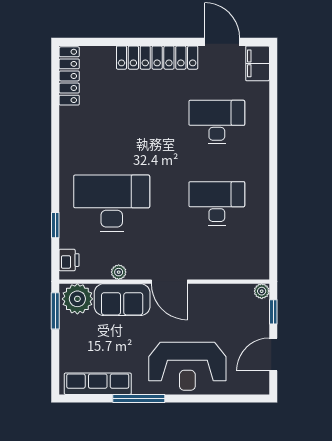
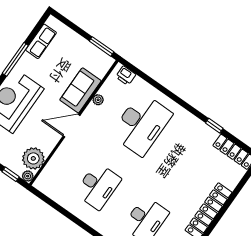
window: (55, 225) -> (214, 126), moved
plant: (77, 299) -> (33, 158), moved
row of seats: (98, 384) -> (41, 41), width x0.68

